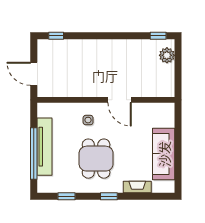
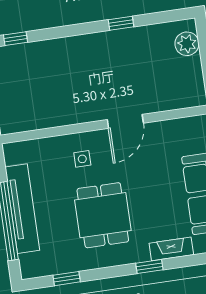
window: (158, 36) -> (121, 23), moved
door: (120, 100) -> (125, 121), hinge flipped
window: (109, 196) -> (149, 266), moved

